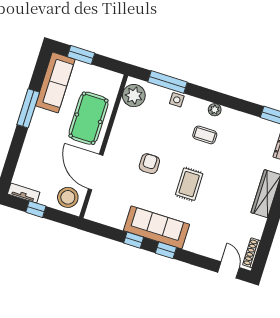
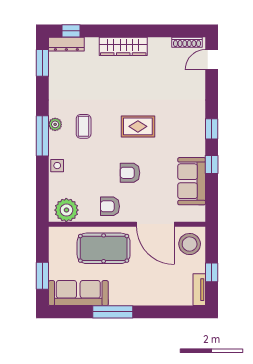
window: (167, 82) -> (42, 136), moved
armchair: (125, 136) -> (110, 206), added
door: (96, 172) -> (155, 224), hinge flipped
sofa: (156, 227) -> (192, 181), moved, width x0.73

